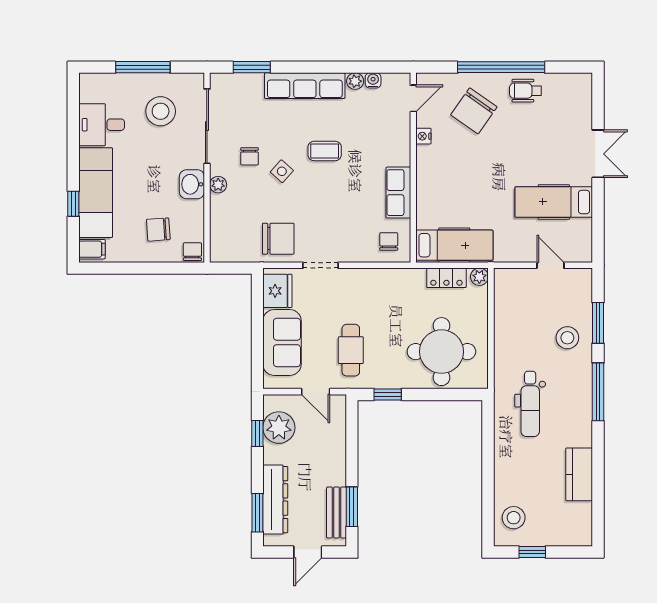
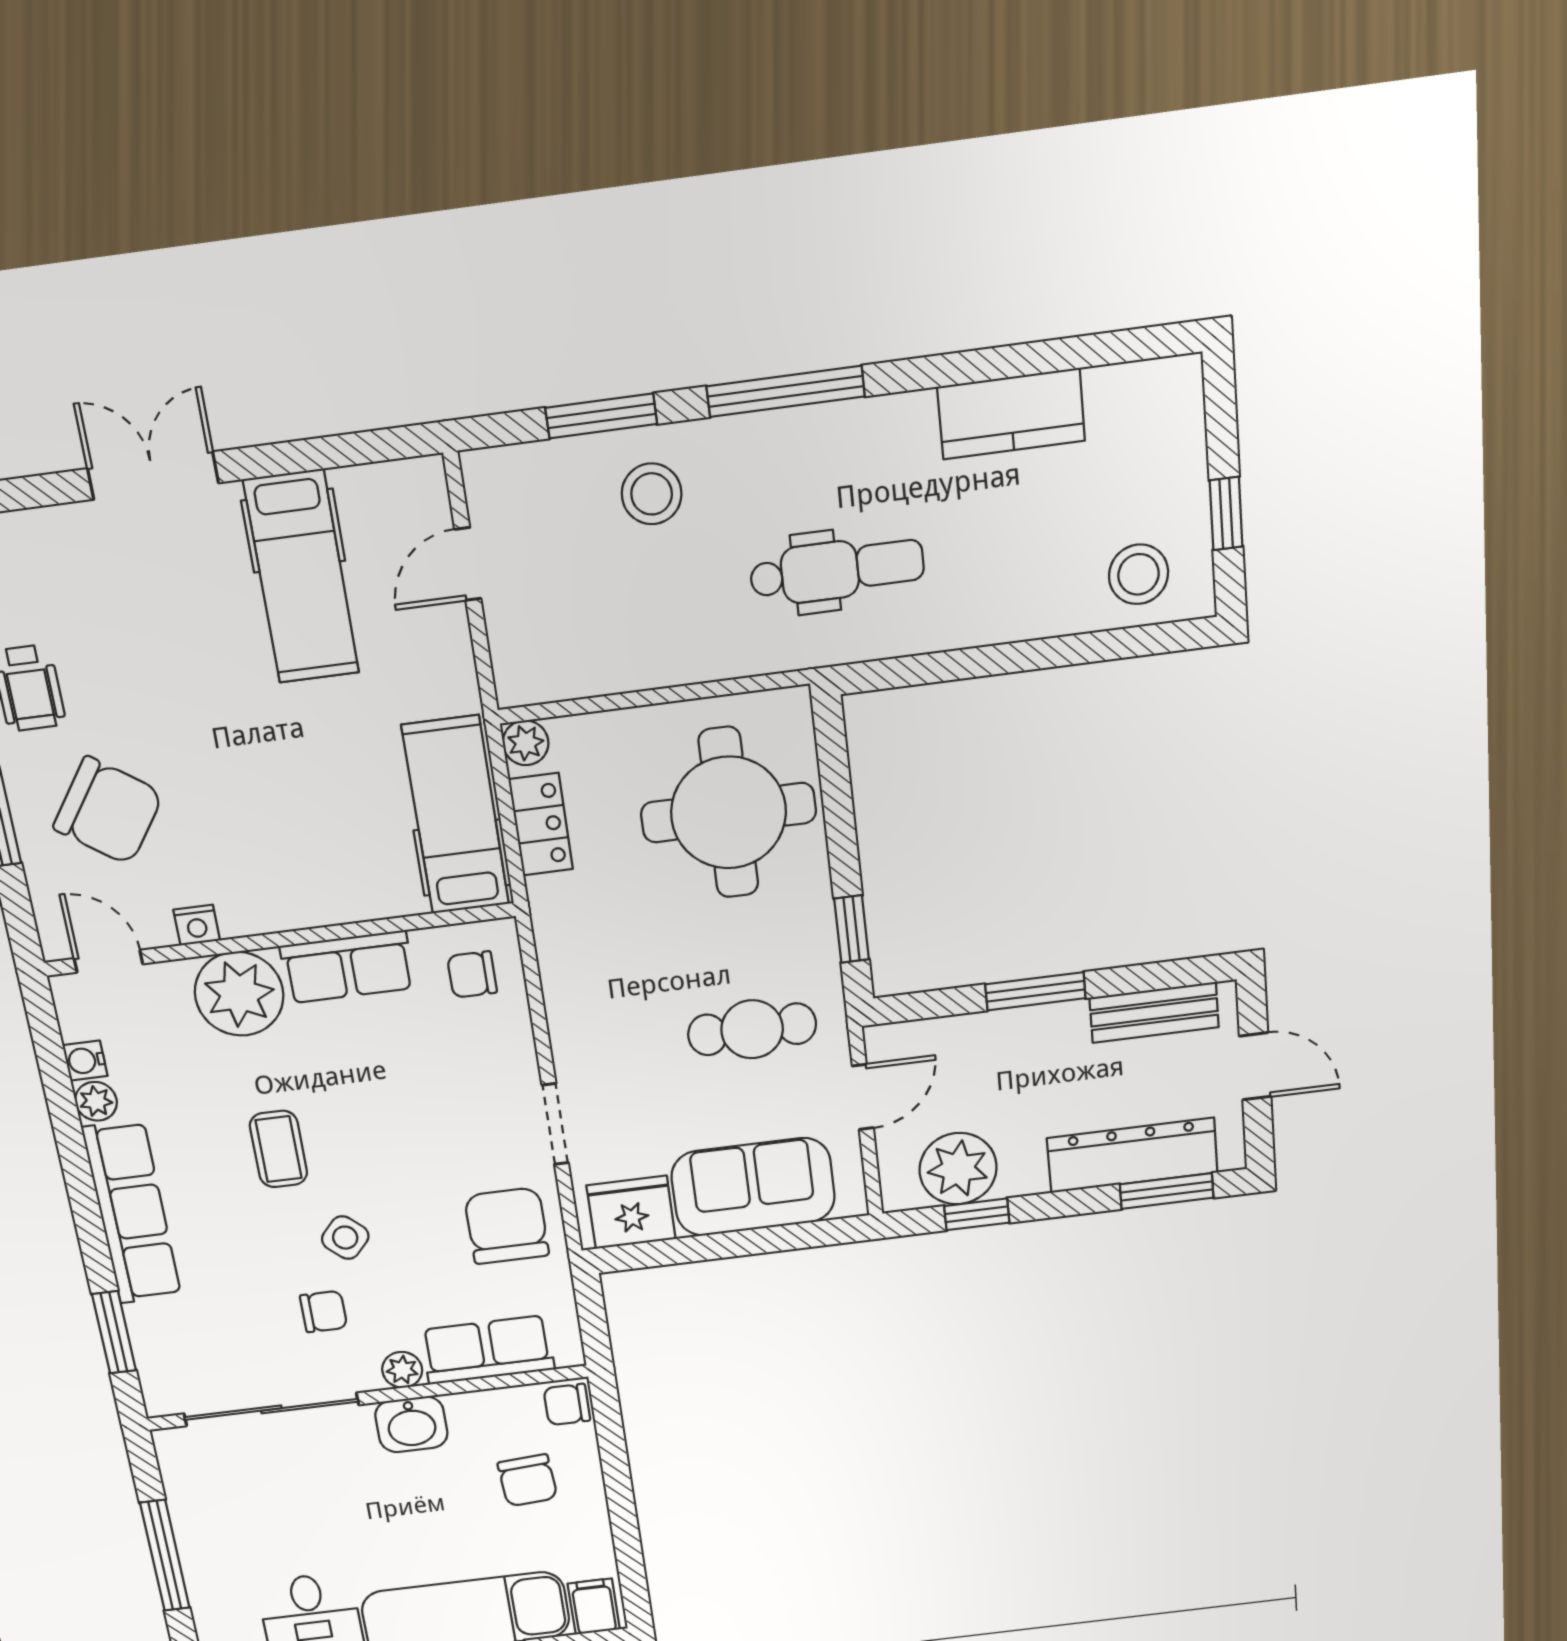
stool: (161, 111) -> (257, 1508), removed
plant: (393, 148) -> (239, 994), added
row of seats: (223, 222) -> (487, 1350), added
window: (352, 507) -> (1035, 991), moved

